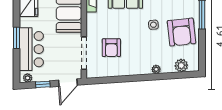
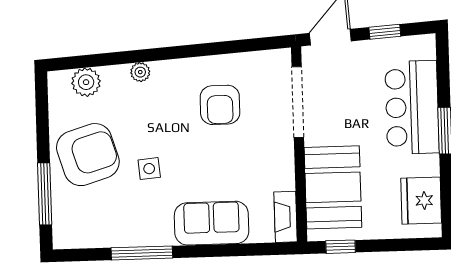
armchair: (181, 32) -> (88, 155), turned 79
armchair: (111, 48) -> (220, 105), moved, turned 180
plant: (28, 78) -> (418, 45), removed

